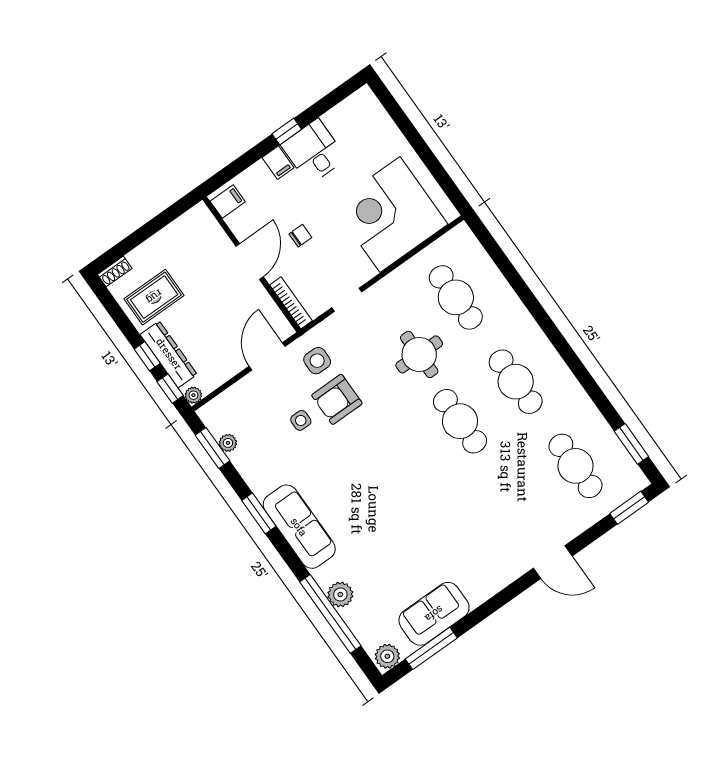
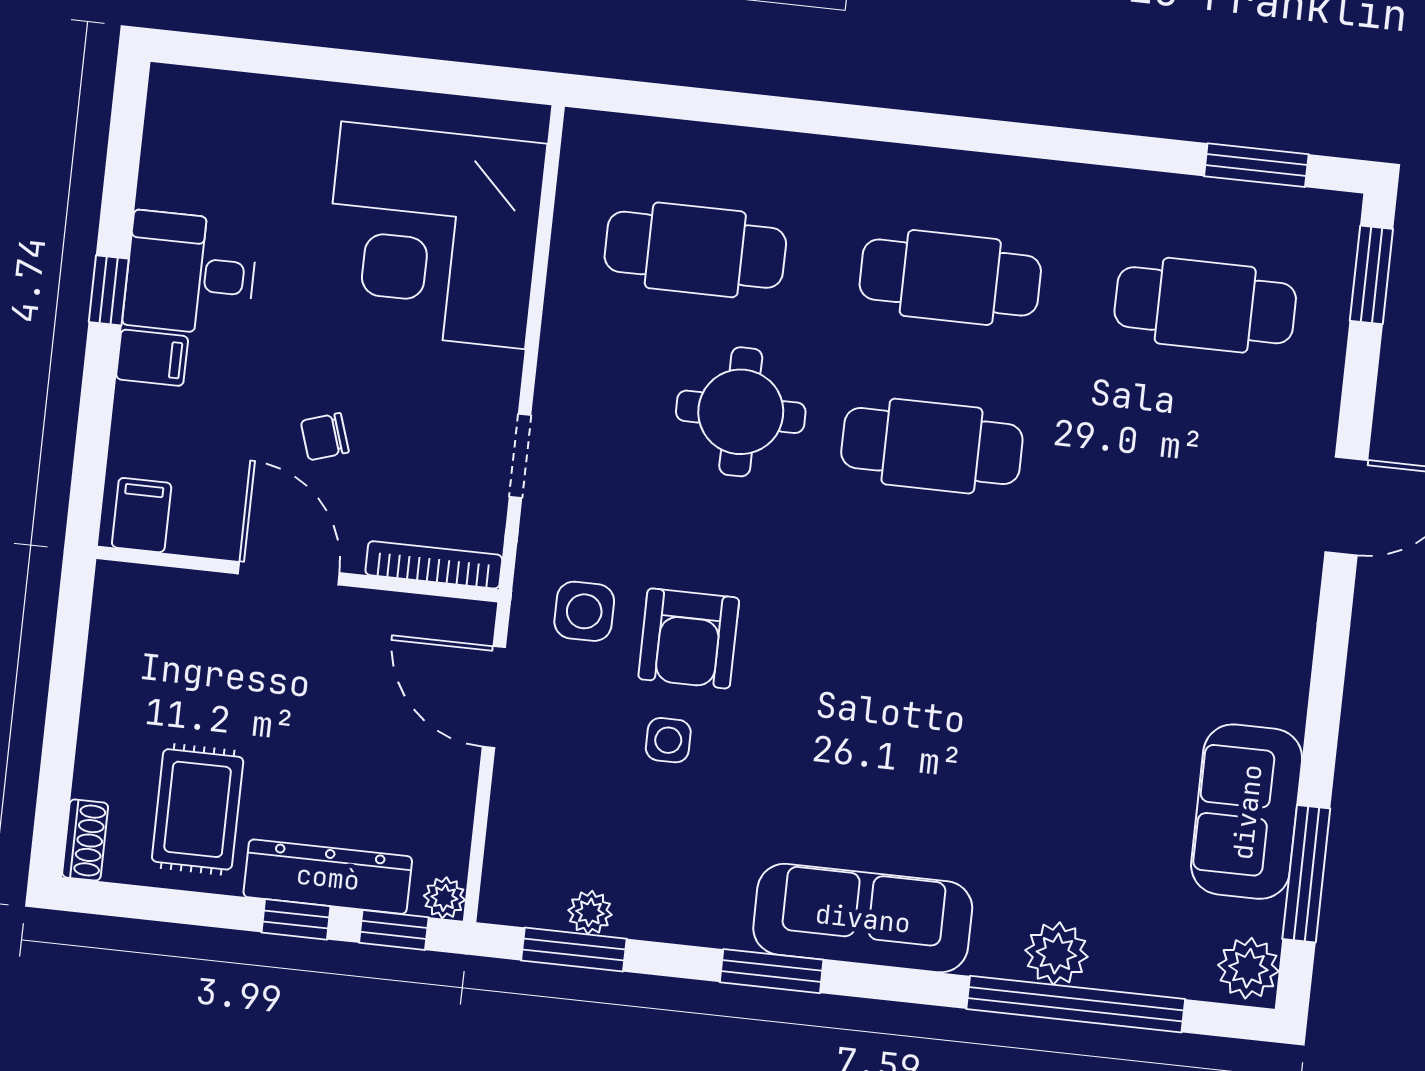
chair: (300, 236) -> (325, 437), turned -108

